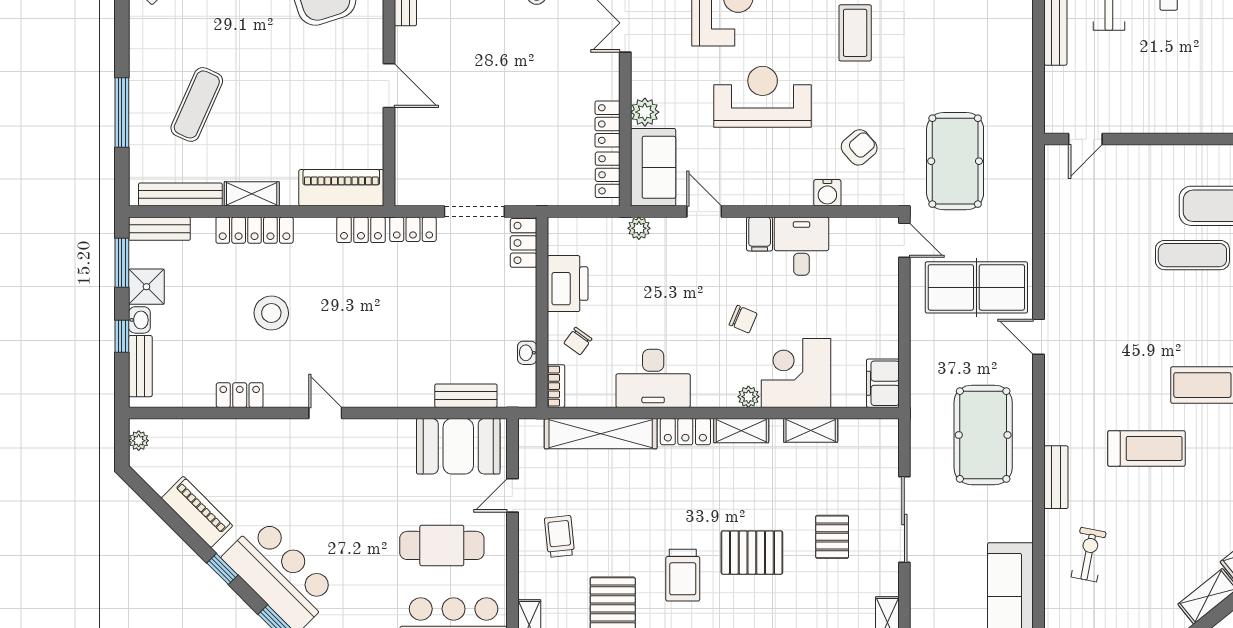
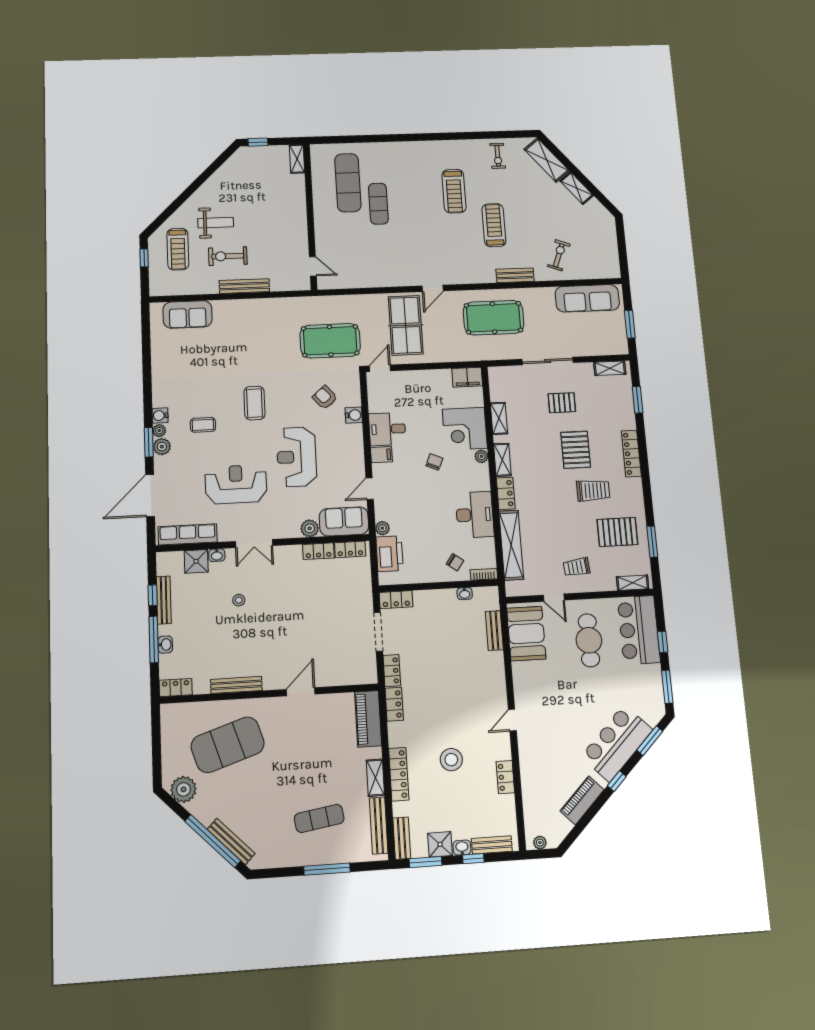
coffee table: (855, 33) -> (254, 403), turned 90
exercise mat: (197, 104) -> (319, 818), turned -33
printer: (568, 284) -> (390, 554), moved, turned 90
exercise bike: (1089, 555) -> (559, 255), turned 100

